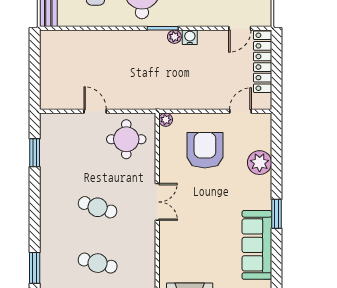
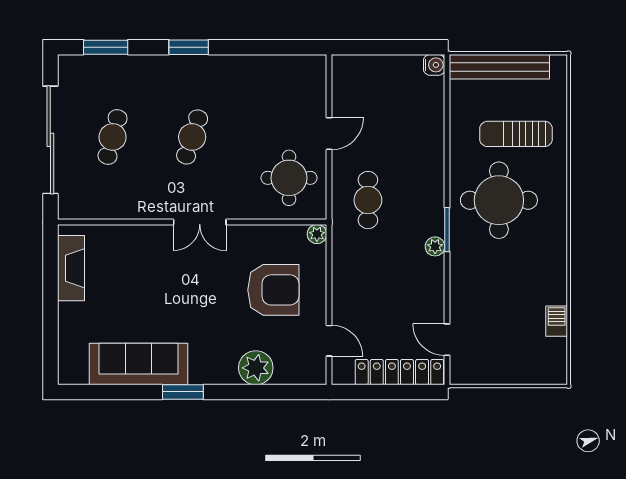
water cooler: (190, 37) -> (434, 65), moved
cafe table: (142, 84) -> (368, 200), added
window: (35, 153) -> (189, 47), moved

